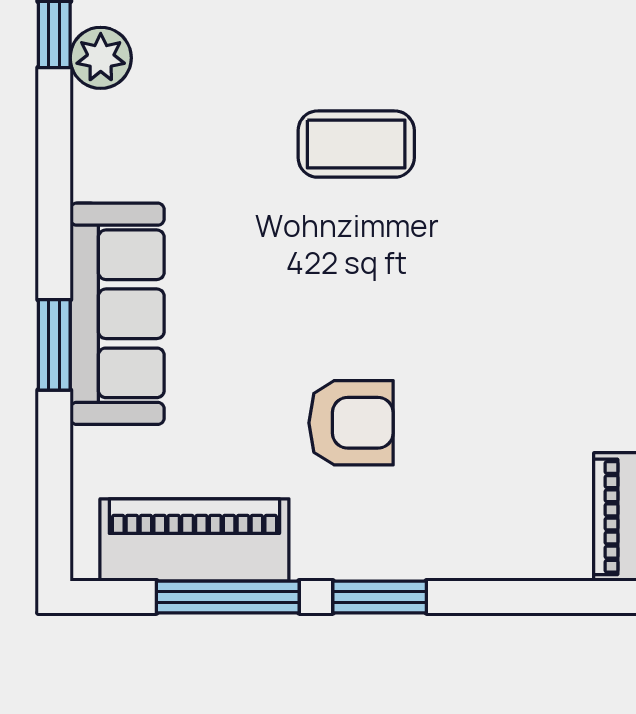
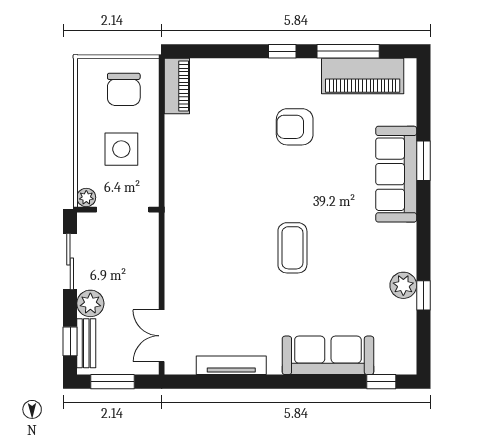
coffee table: (356, 144) -> (292, 248), turned 90
window: (380, 597) -> (282, 51), width x0.67

